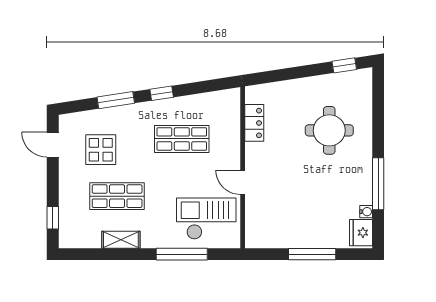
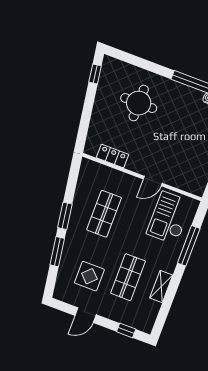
window: (162, 93) -> (65, 216), width x1.50
door: (53, 145) -> (86, 315), moved

